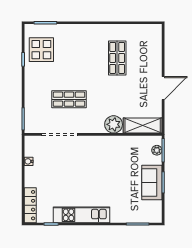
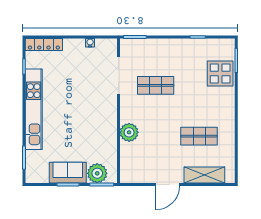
display table: (41, 50) -> (220, 73), moved
door: (163, 88) -> (167, 184), hinge flipped
shop shelf: (69, 99) -> (156, 85), turned 90
shelving: (143, 125) -> (204, 175), moved, turned 90
plant: (157, 150) -> (97, 173), width x1.88, depth x1.88
kitchen unit: (81, 215) -> (34, 109), width x1.36

